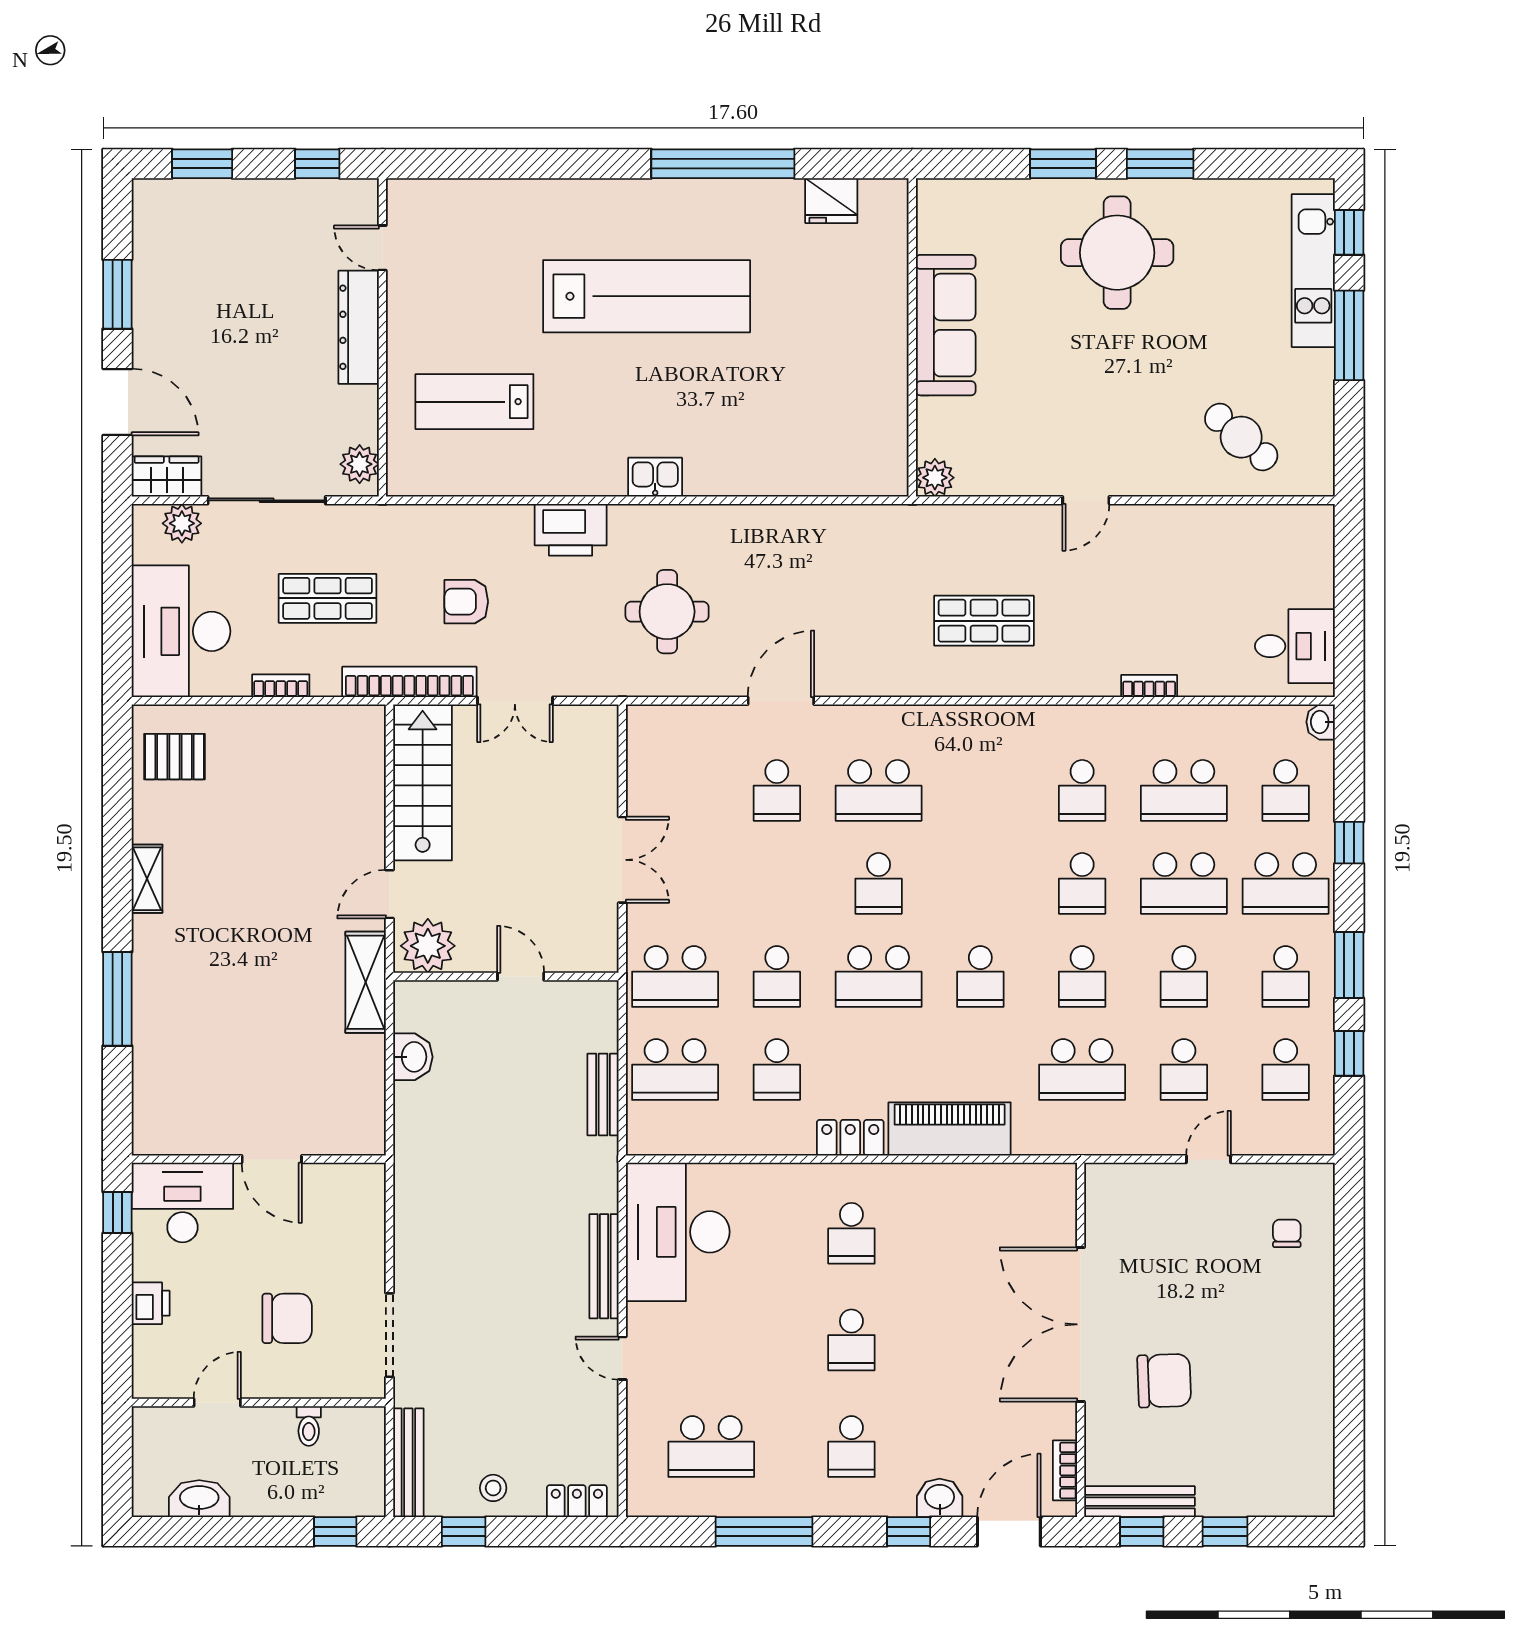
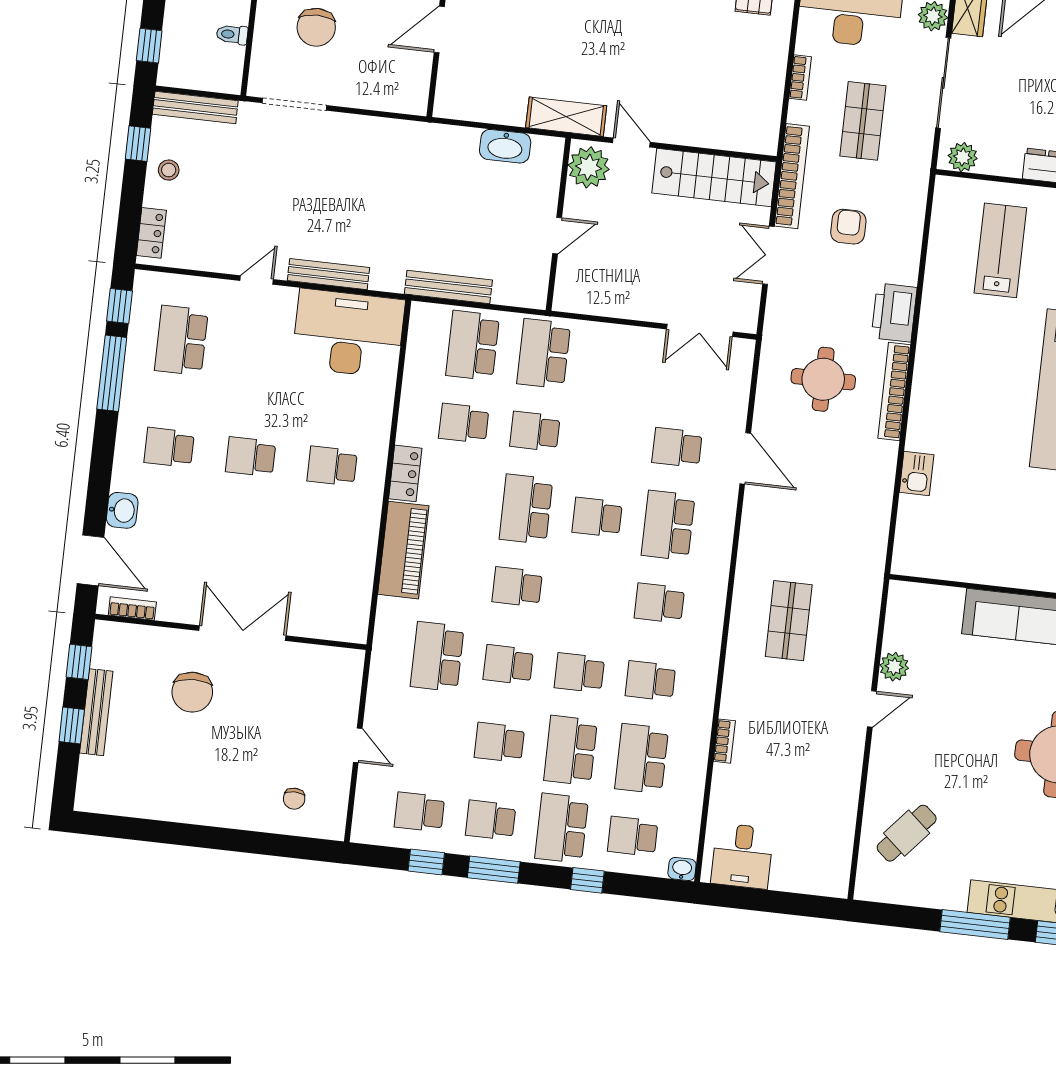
kitchen sink: (655, 477) -> (917, 474), moved
plant: (935, 478) -> (894, 667), moved
door: (1086, 500) -> (872, 709), swing flipped
bookcase: (672, 518) -> (894, 391), added
double door: (622, 860) -> (700, 330), moved
washbasin: (413, 1057) -> (505, 146), width x1.38
school desk: (1184, 1069) -> (659, 603), moved
bench: (603, 1095) -> (448, 287), width x1.36
chair: (1287, 1233) -> (294, 799), turned 90
double door: (1081, 1324) -> (242, 633), width x0.73
bench: (1140, 1502) -> (96, 712), moved
window: (909, 1531) -> (120, 306), moved

